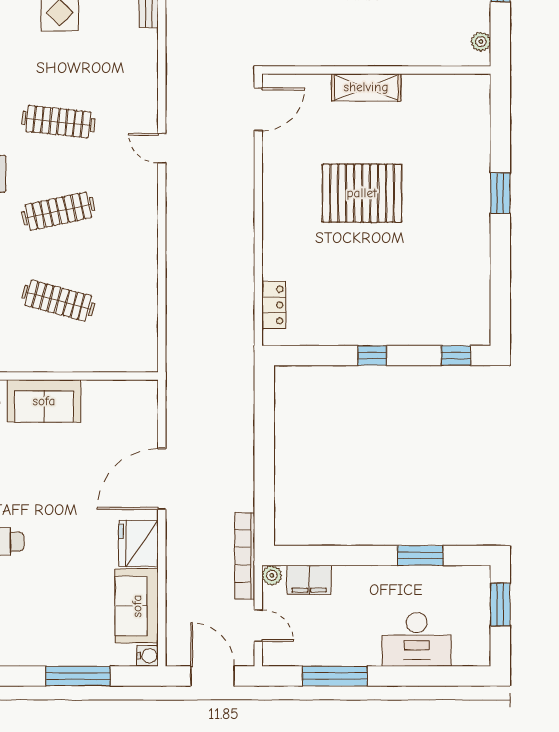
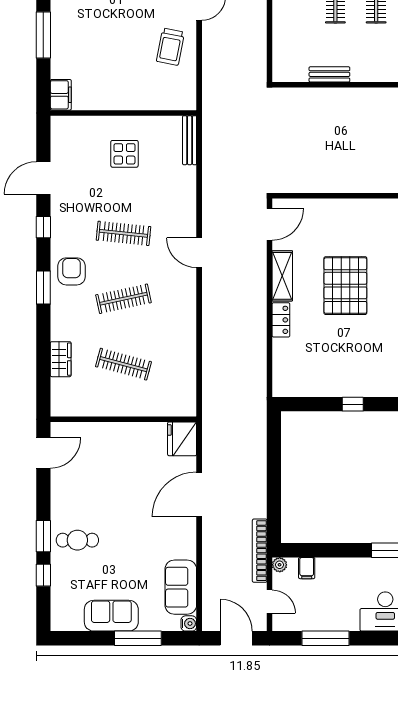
shelving: (366, 87) -> (282, 276), moved, turned 90
door: (162, 148) -> (199, 253), width x1.38
pallet: (362, 193) -> (345, 286), turned 90
locker: (274, 305) -> (281, 320), moved
sofa: (44, 401) -> (111, 616), moved, turned 180
fridge: (138, 544) -> (182, 439), moved
filing cabinet: (309, 580) -> (307, 568), width x0.50

